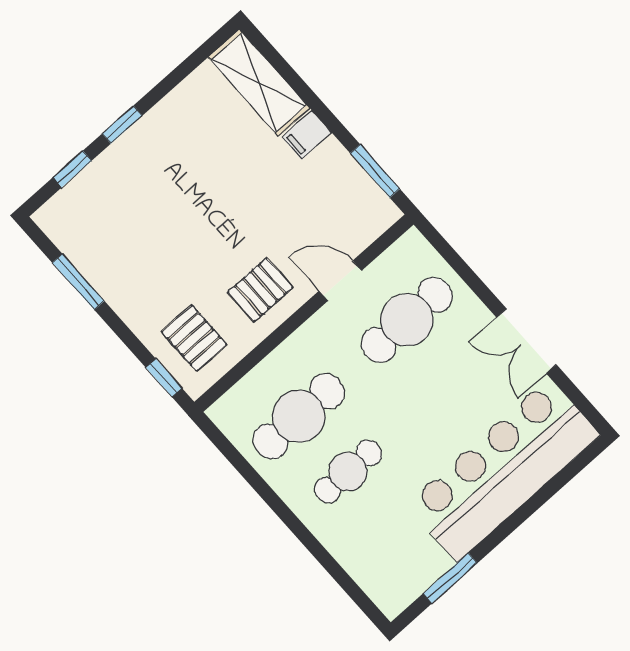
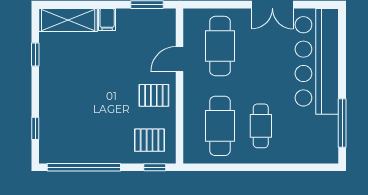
window: (122, 125) -> (35, 54), moved
window: (78, 282) -> (84, 167), width x2.11
pallet: (260, 290) -> (154, 95), turned 90
window: (450, 578) -> (342, 123), width x1.44

